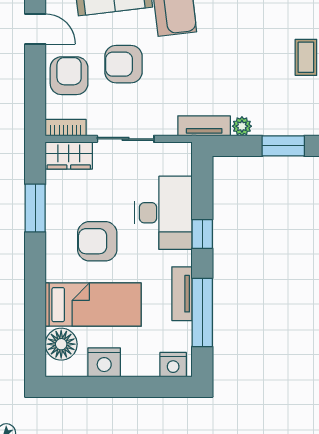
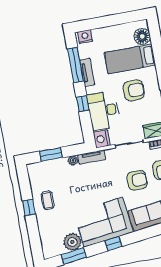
nightstand: (104, 362) -> (102, 139), moved, turned -90

